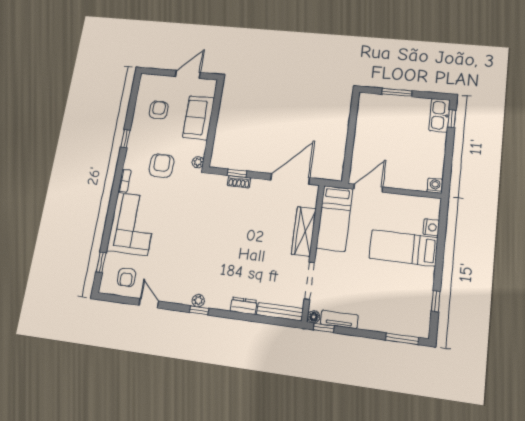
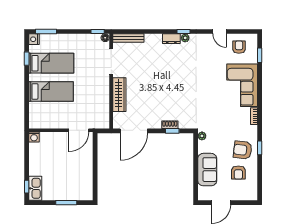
armchair: (161, 166) -> (243, 150), moved, turned 97
bed: (335, 218) -> (51, 63), moved, turned 90
nightstand: (431, 227) -> (34, 39), moved
dresser: (244, 306) -> (171, 39), moved
tv unit: (339, 319) -> (88, 38), removed

